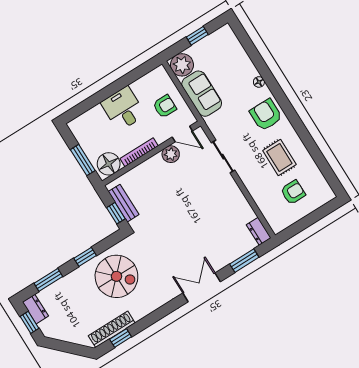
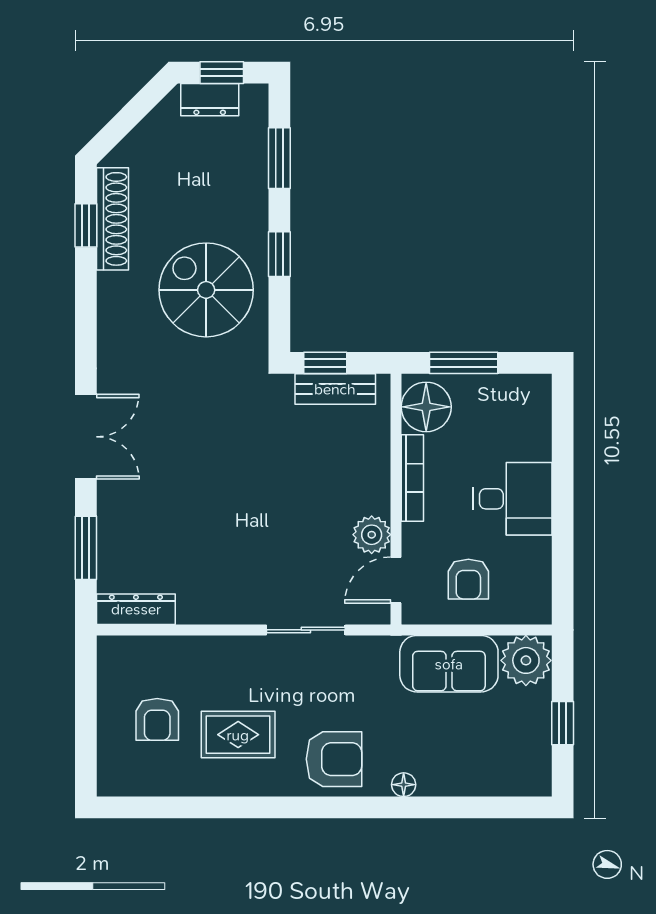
dresser: (259, 231) -> (136, 609), width x1.44
spiral stairs: (116, 276) -> (206, 290), turned 90
dresser: (35, 309) -> (210, 100), moved

